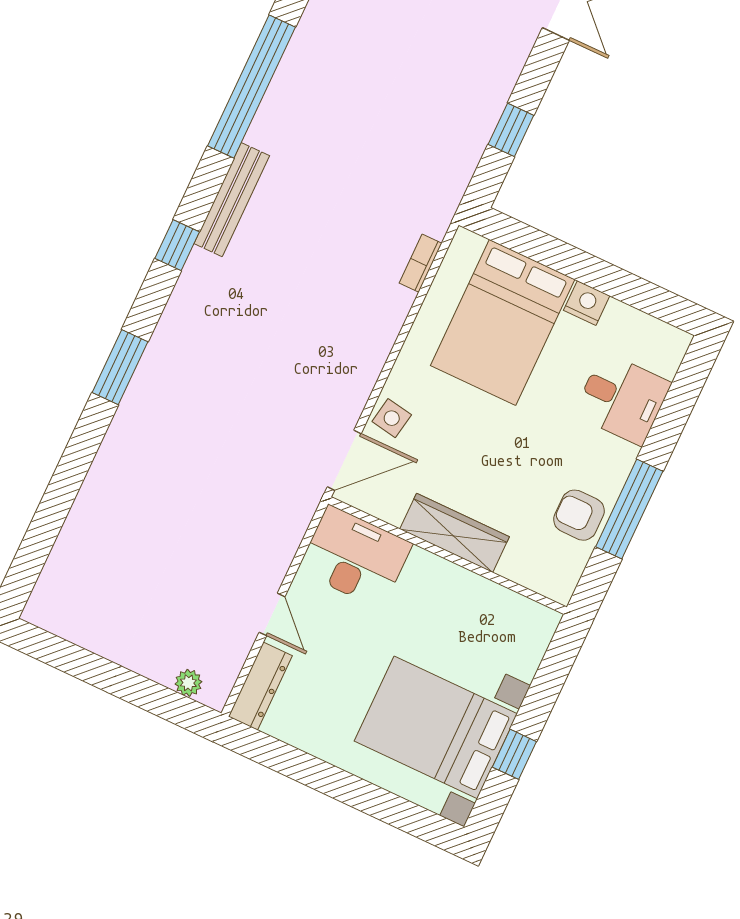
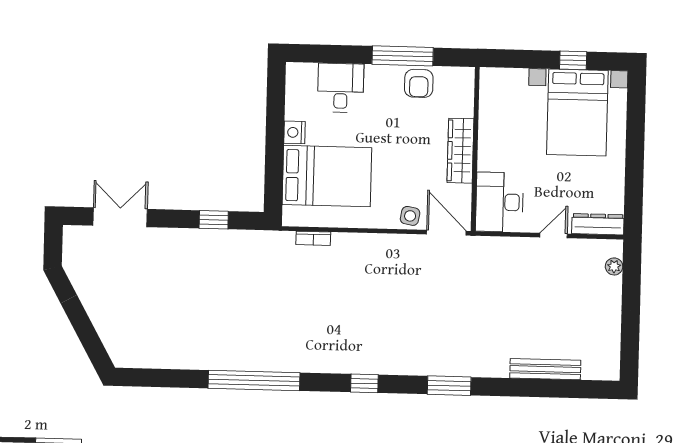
bench: (232, 200) -> (545, 369), moved

